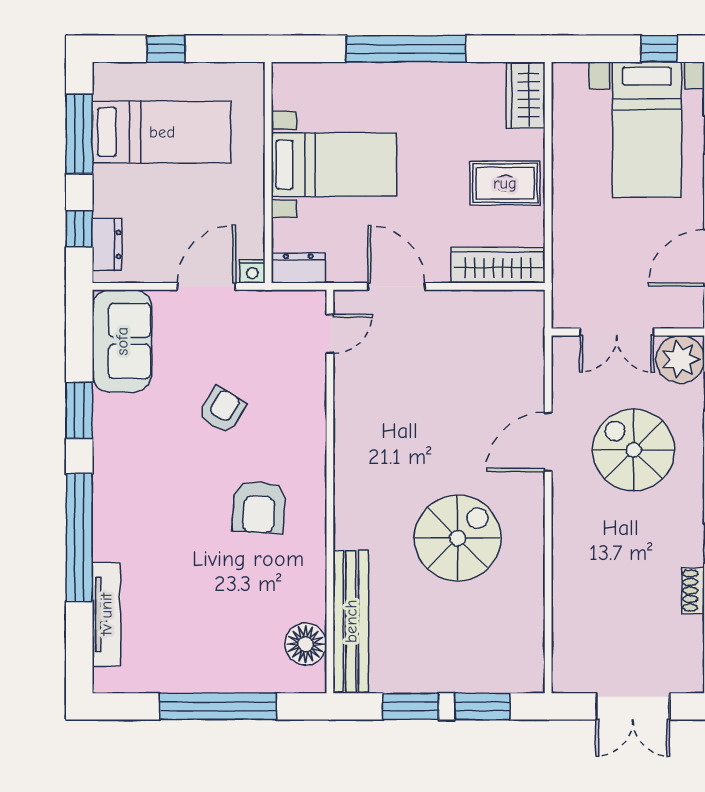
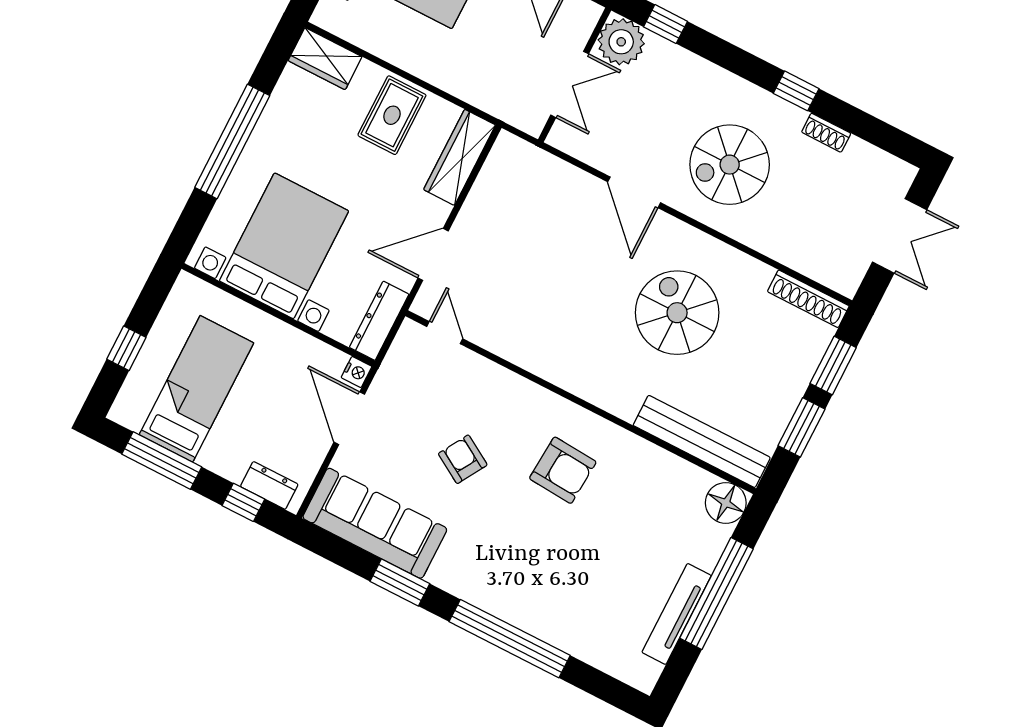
bed with nightstands: (334, 165) -> (284, 246), width x1.36
dresser: (298, 268) -> (379, 321), width x1.44
sofa: (122, 341) -> (375, 523), width x1.36
spiral stairs: (634, 450) -> (730, 165), moved
tv unit: (106, 614) -> (677, 614), moved, turned -90
floor lamp: (306, 644) -> (726, 503), moved
shoe rack: (532, 652) -> (808, 299), added

